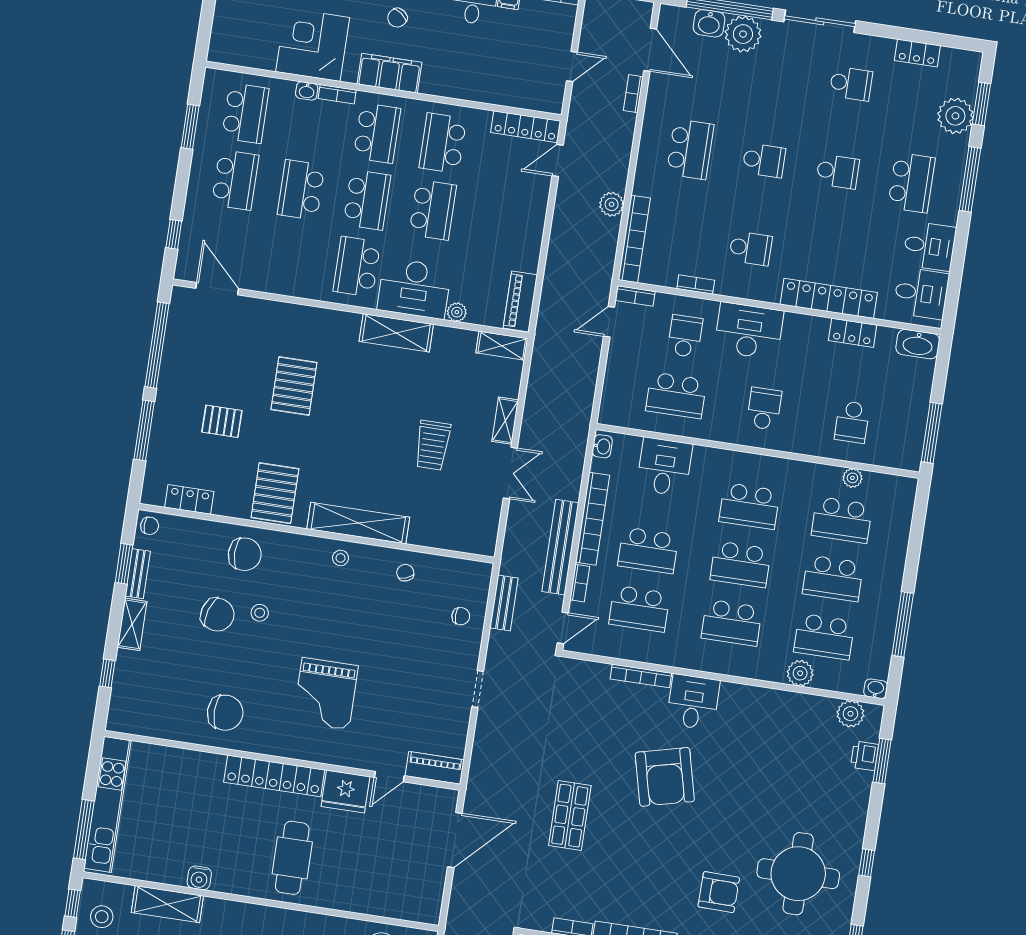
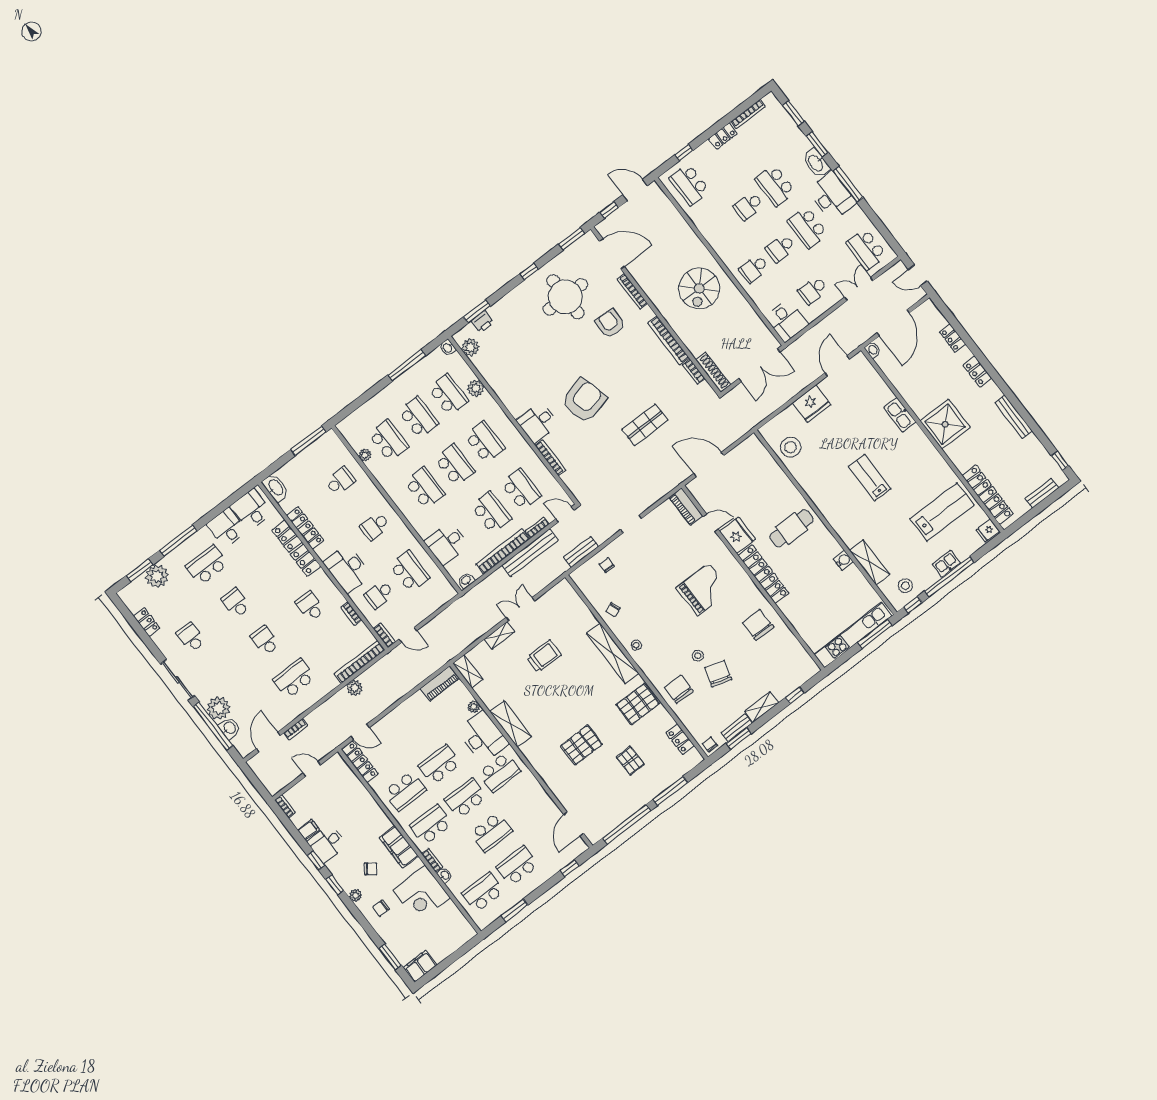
locker: (853, 333) -> (305, 528), width x1.53

